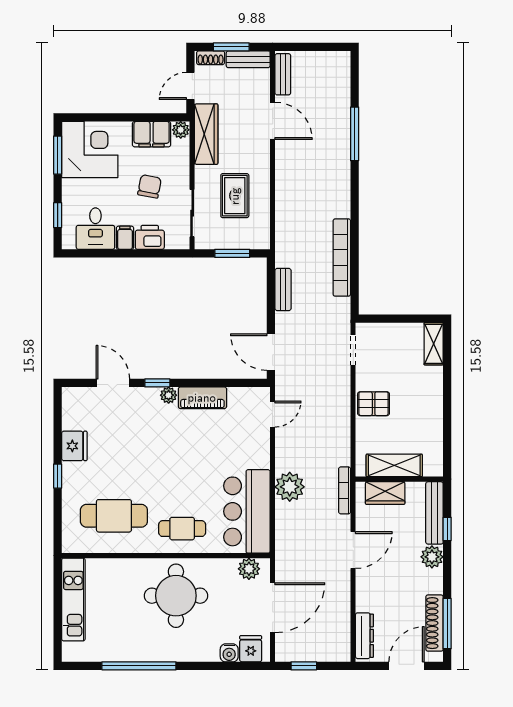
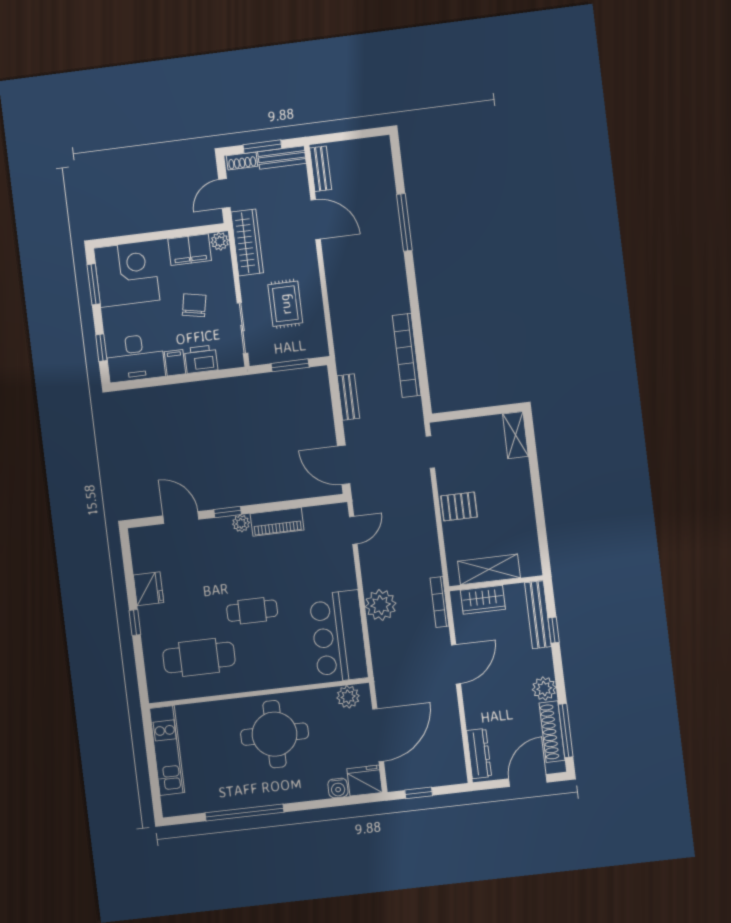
desk: (95, 229) -> (135, 358), width x1.37
cafe table: (182, 529) -> (252, 611), moved
plant: (432, 557) -> (544, 689), moved
fridge: (251, 649) -> (365, 781), width x1.38

